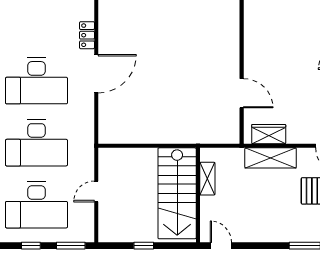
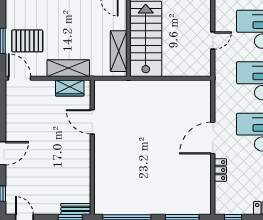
shelving: (207, 179) -> (119, 51), width x1.50, depth x1.33

